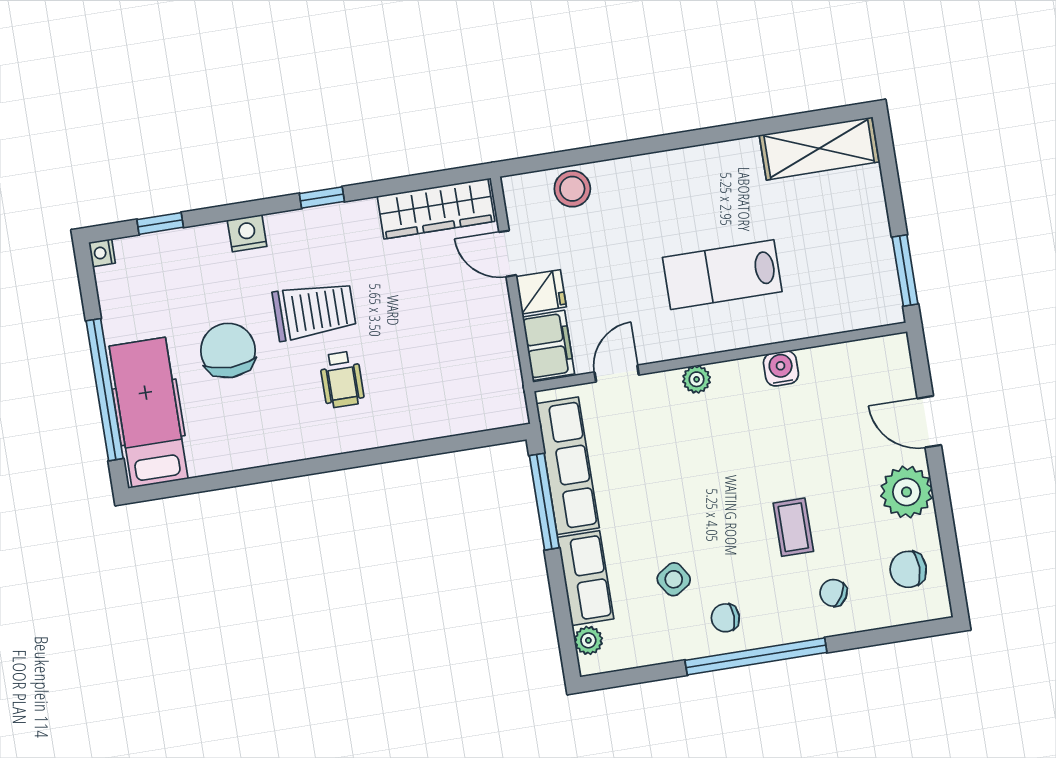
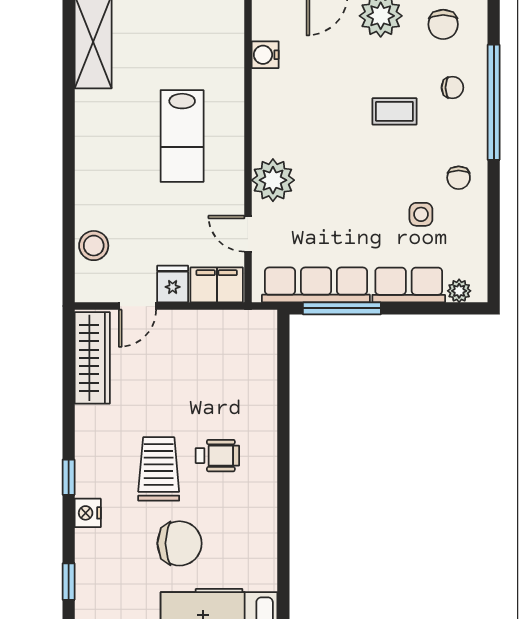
window: (322, 198) -> (69, 477), moved
chair: (228, 350) -> (179, 543), turned 180
water cooler: (781, 368) -> (265, 55), moved
plant: (697, 379) -> (273, 180), width x1.88, depth x1.88
side table: (674, 579) -> (421, 214), turned 33
chair: (833, 593) -> (452, 88), turned -120
window: (756, 656) -> (494, 102), moved

